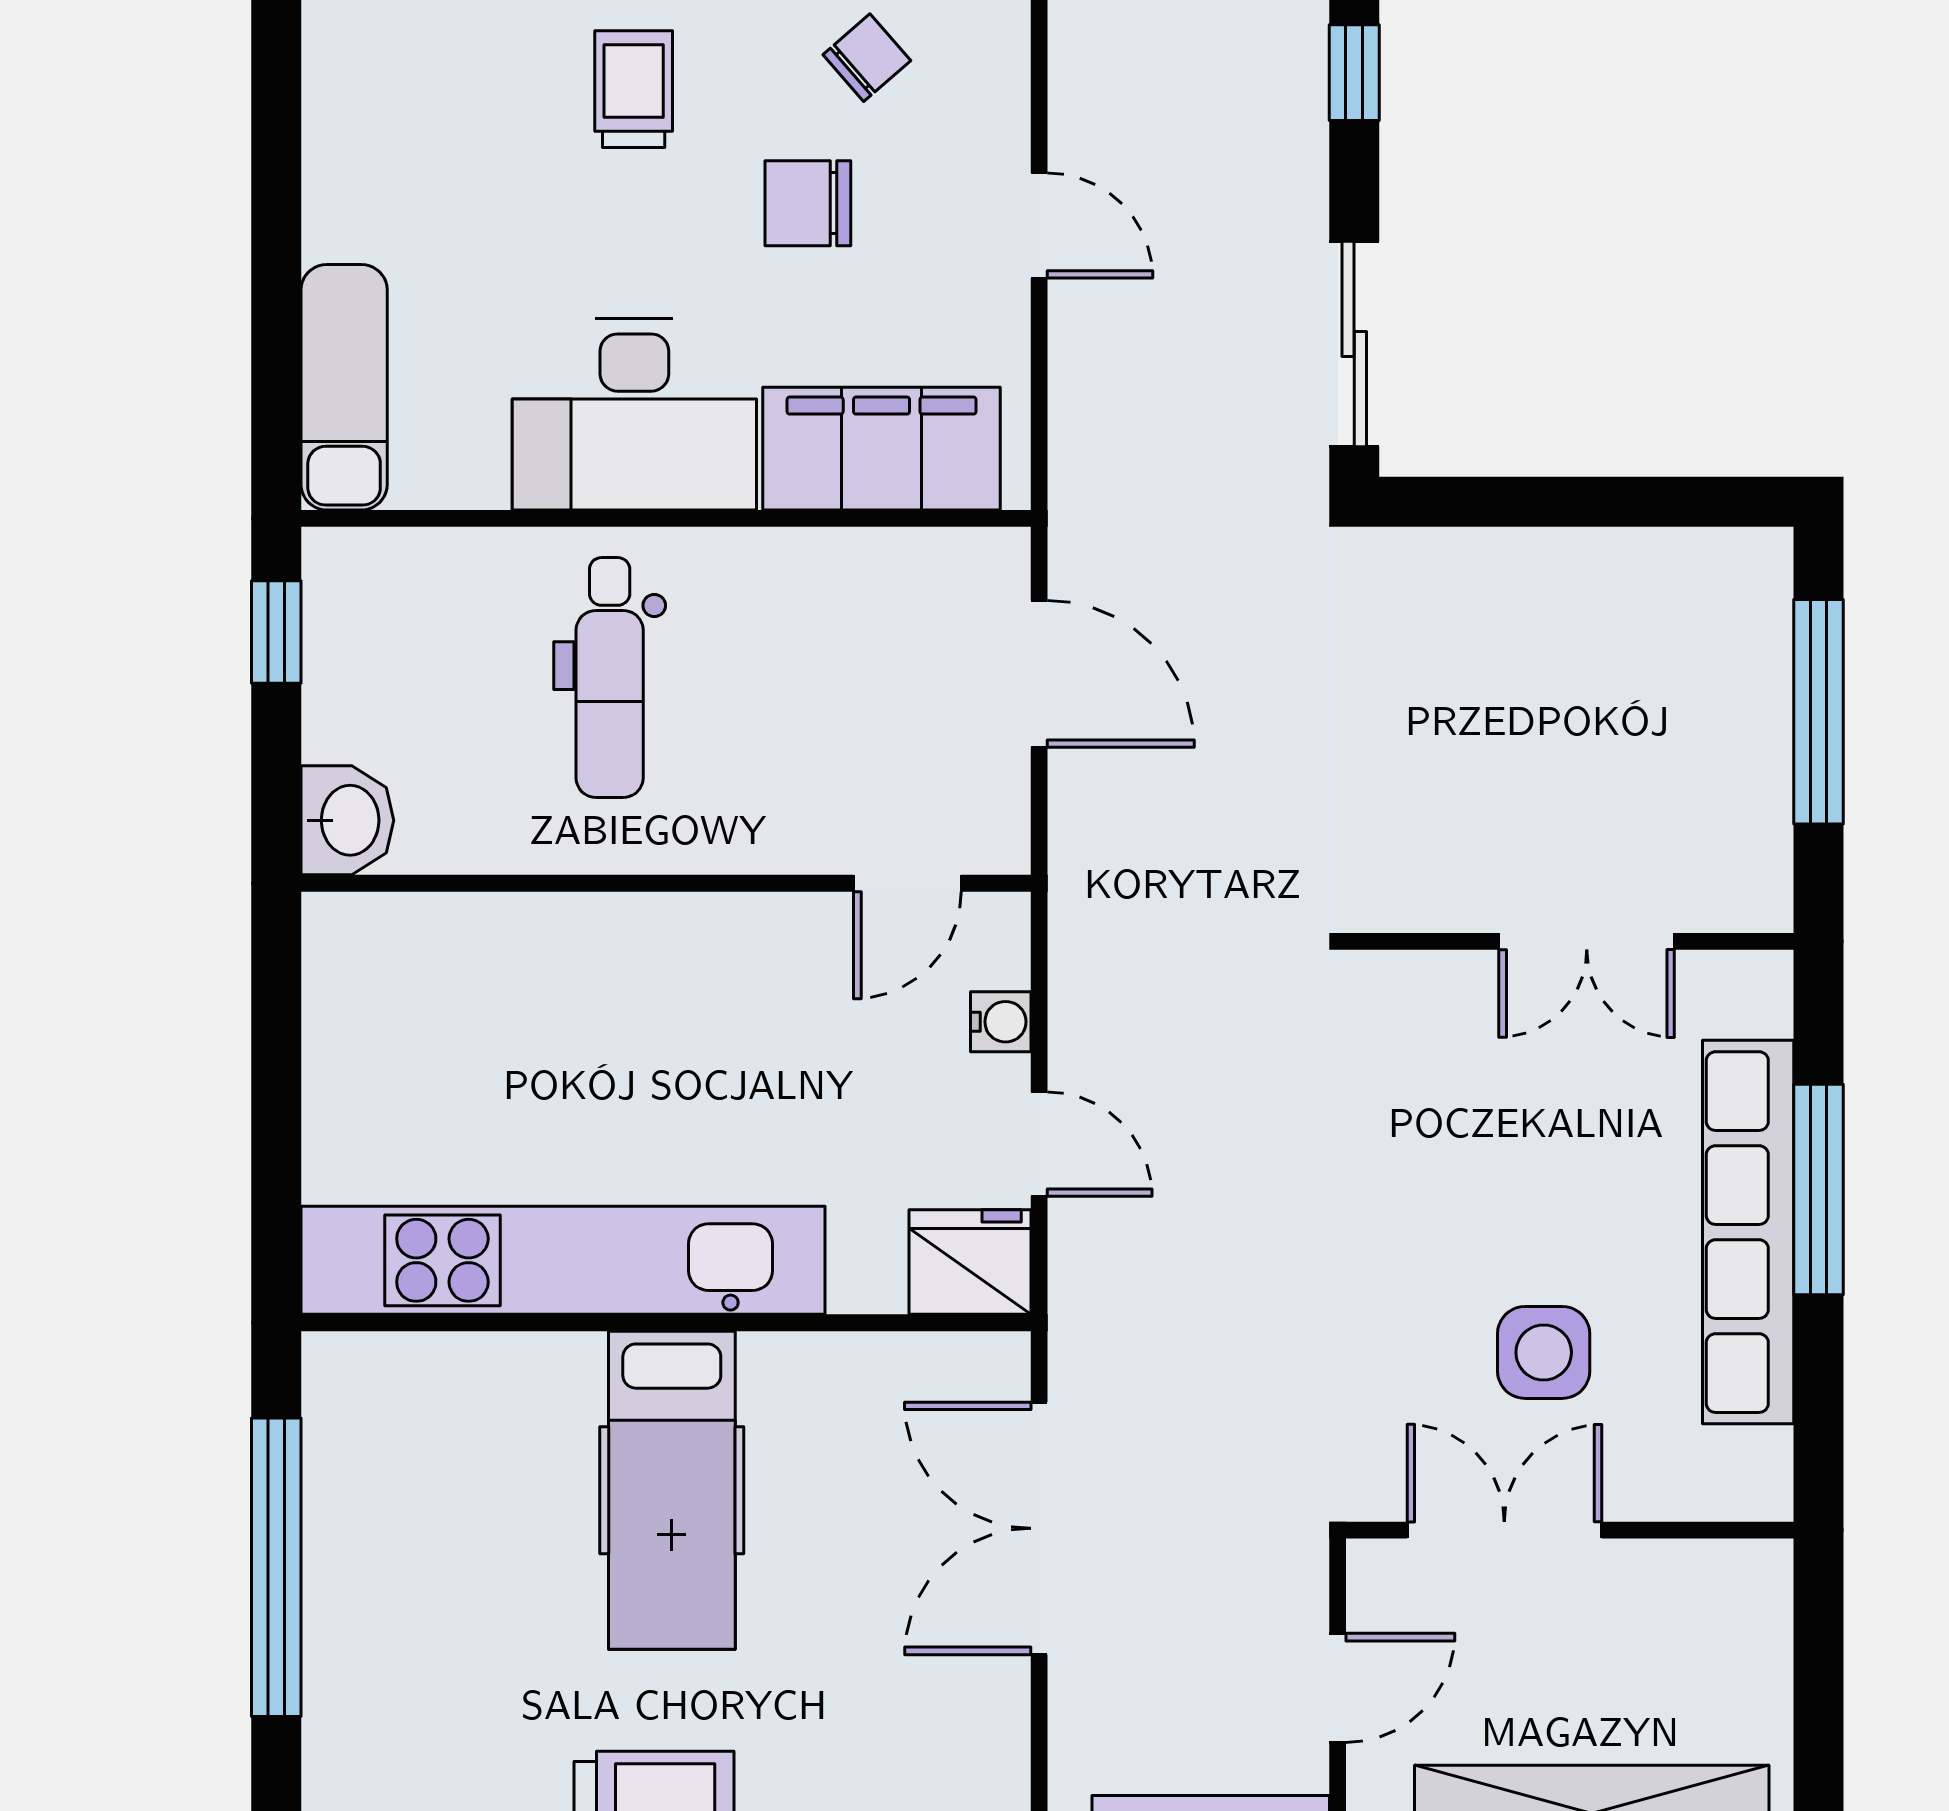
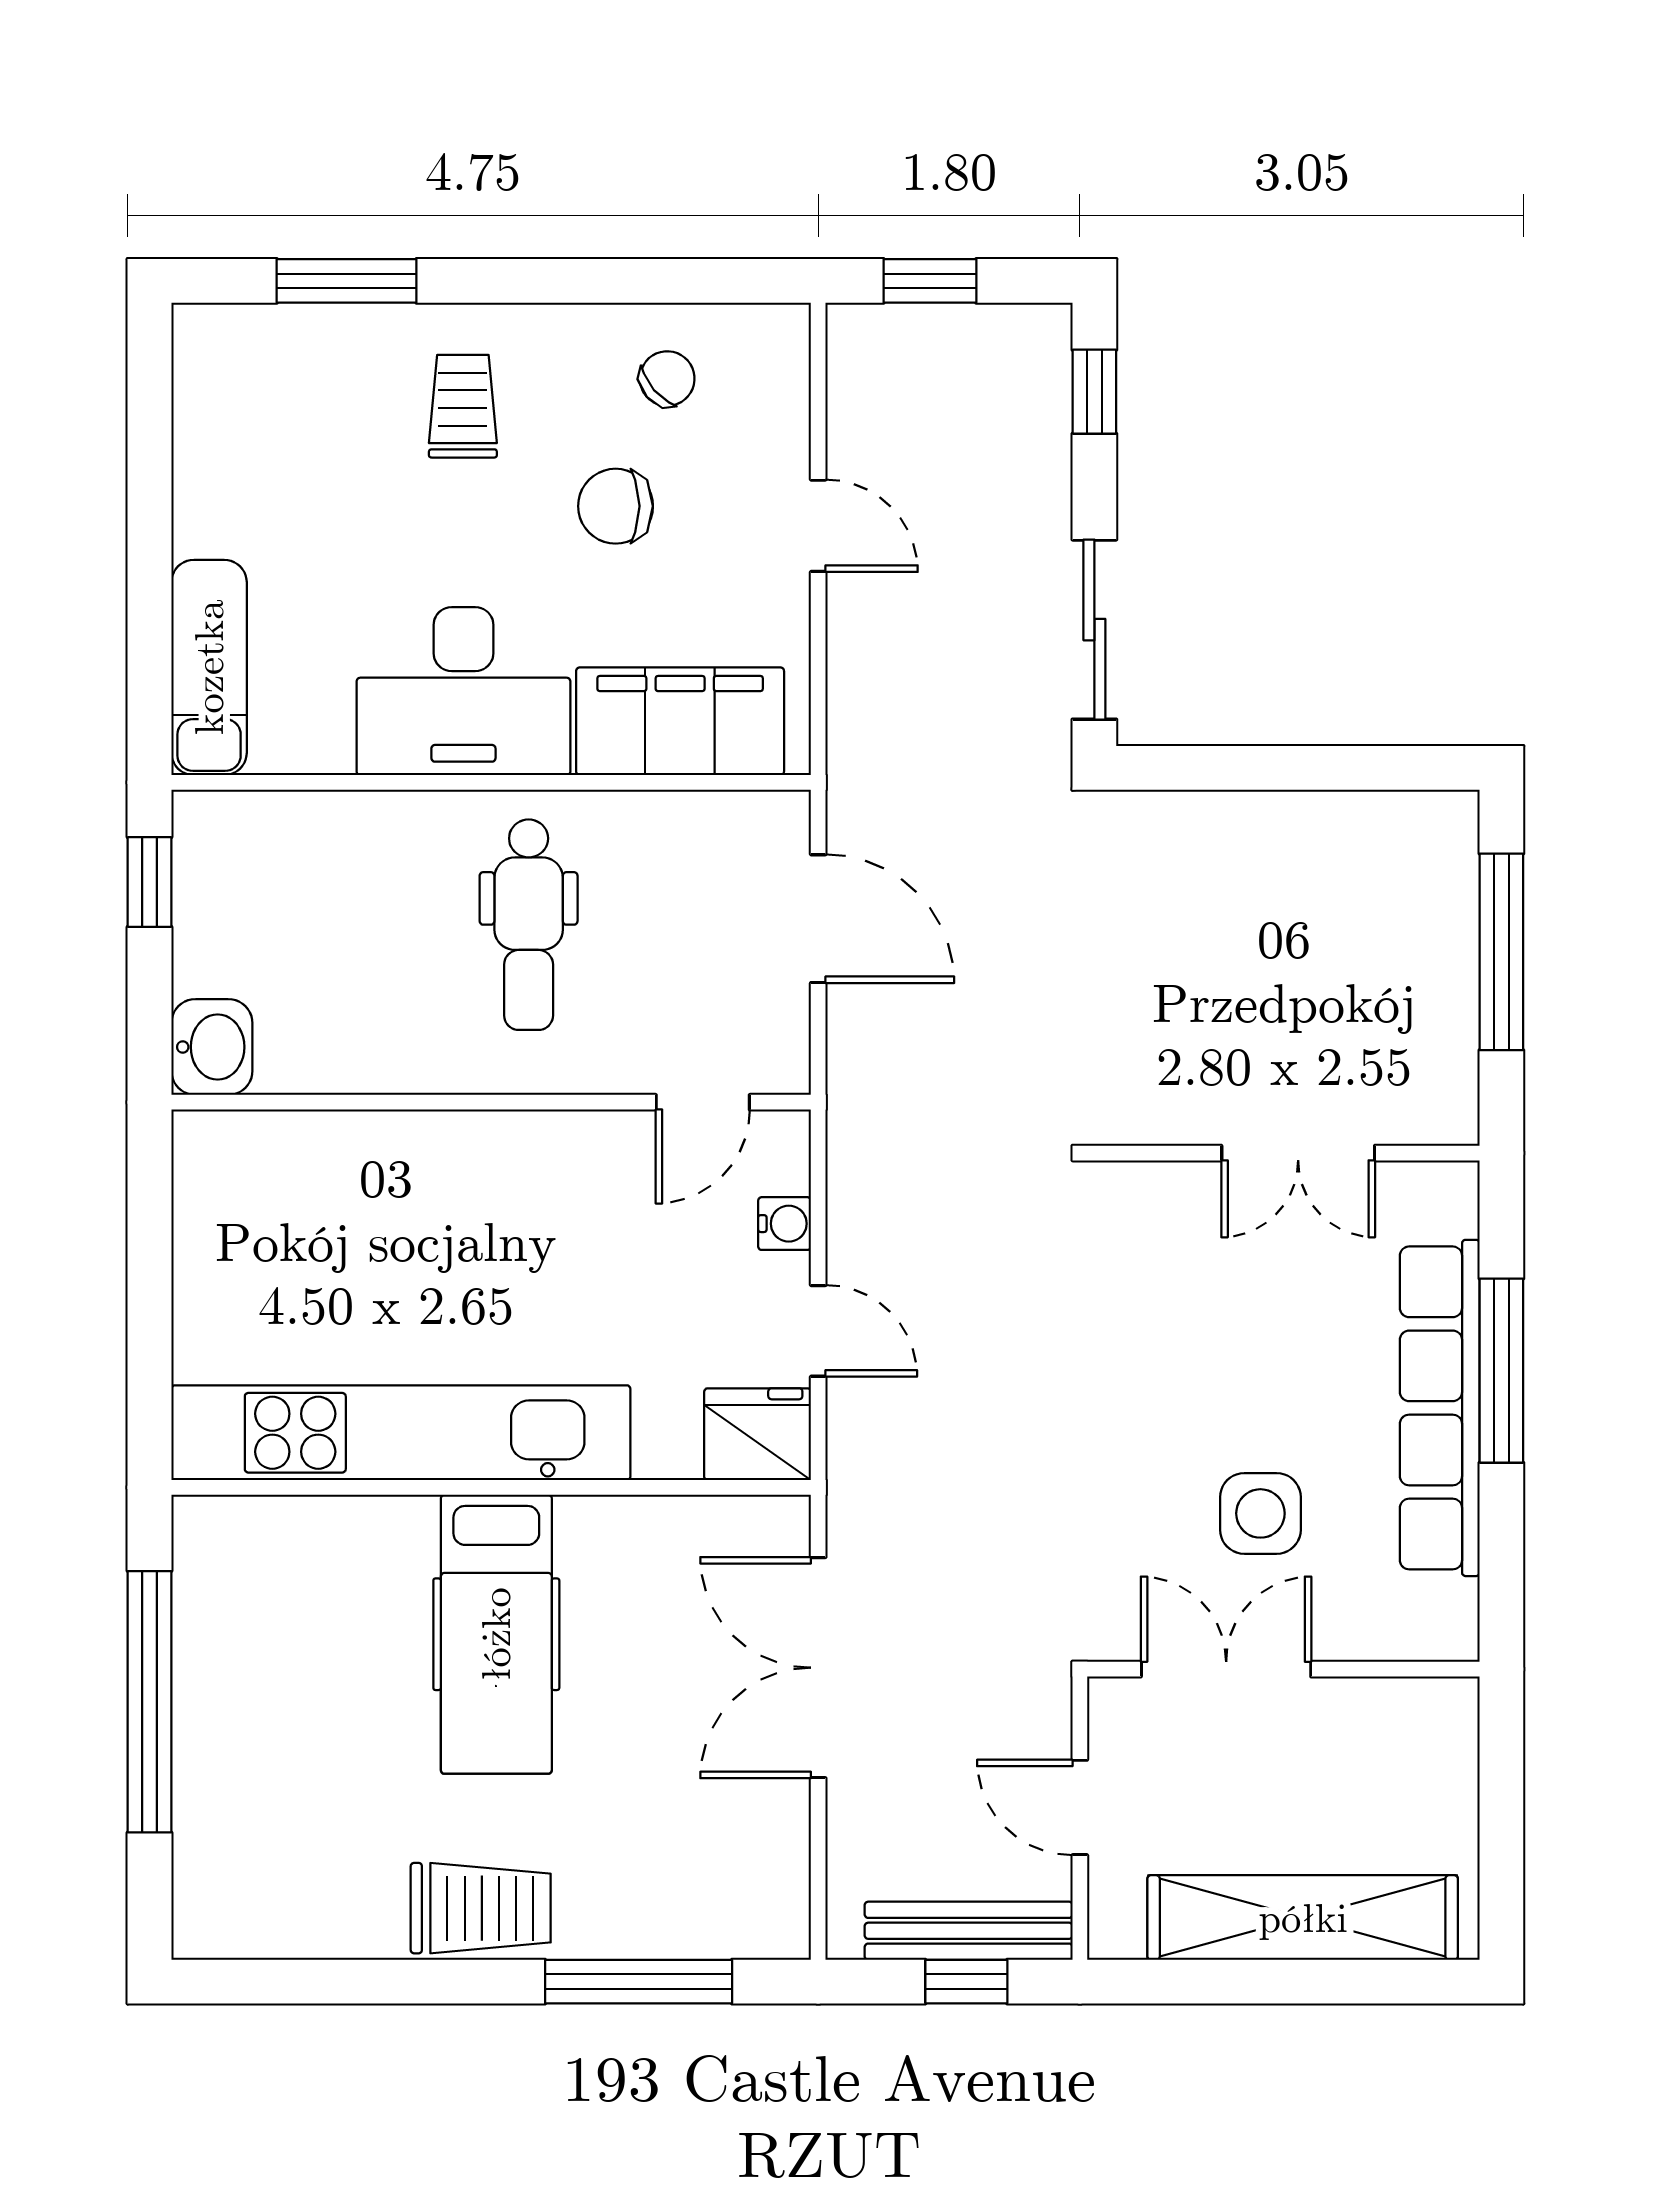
dental chair: (610, 678) -> (529, 925), moved
door: (1338, 1688) -> (1080, 1807), swing flipped

